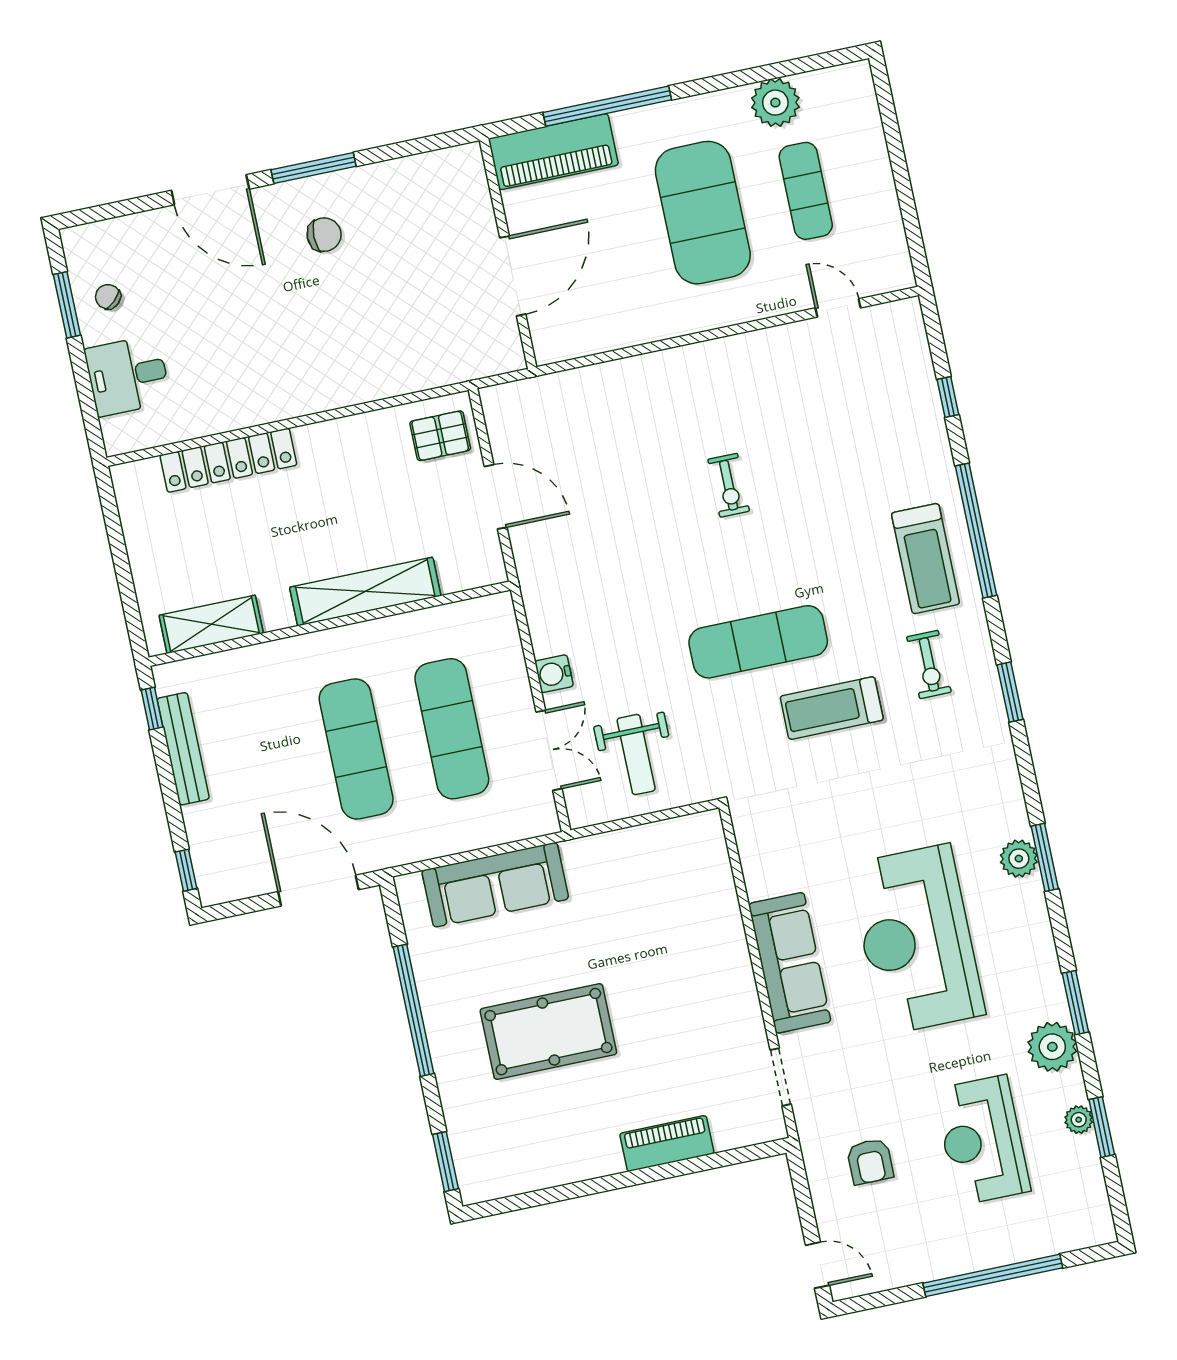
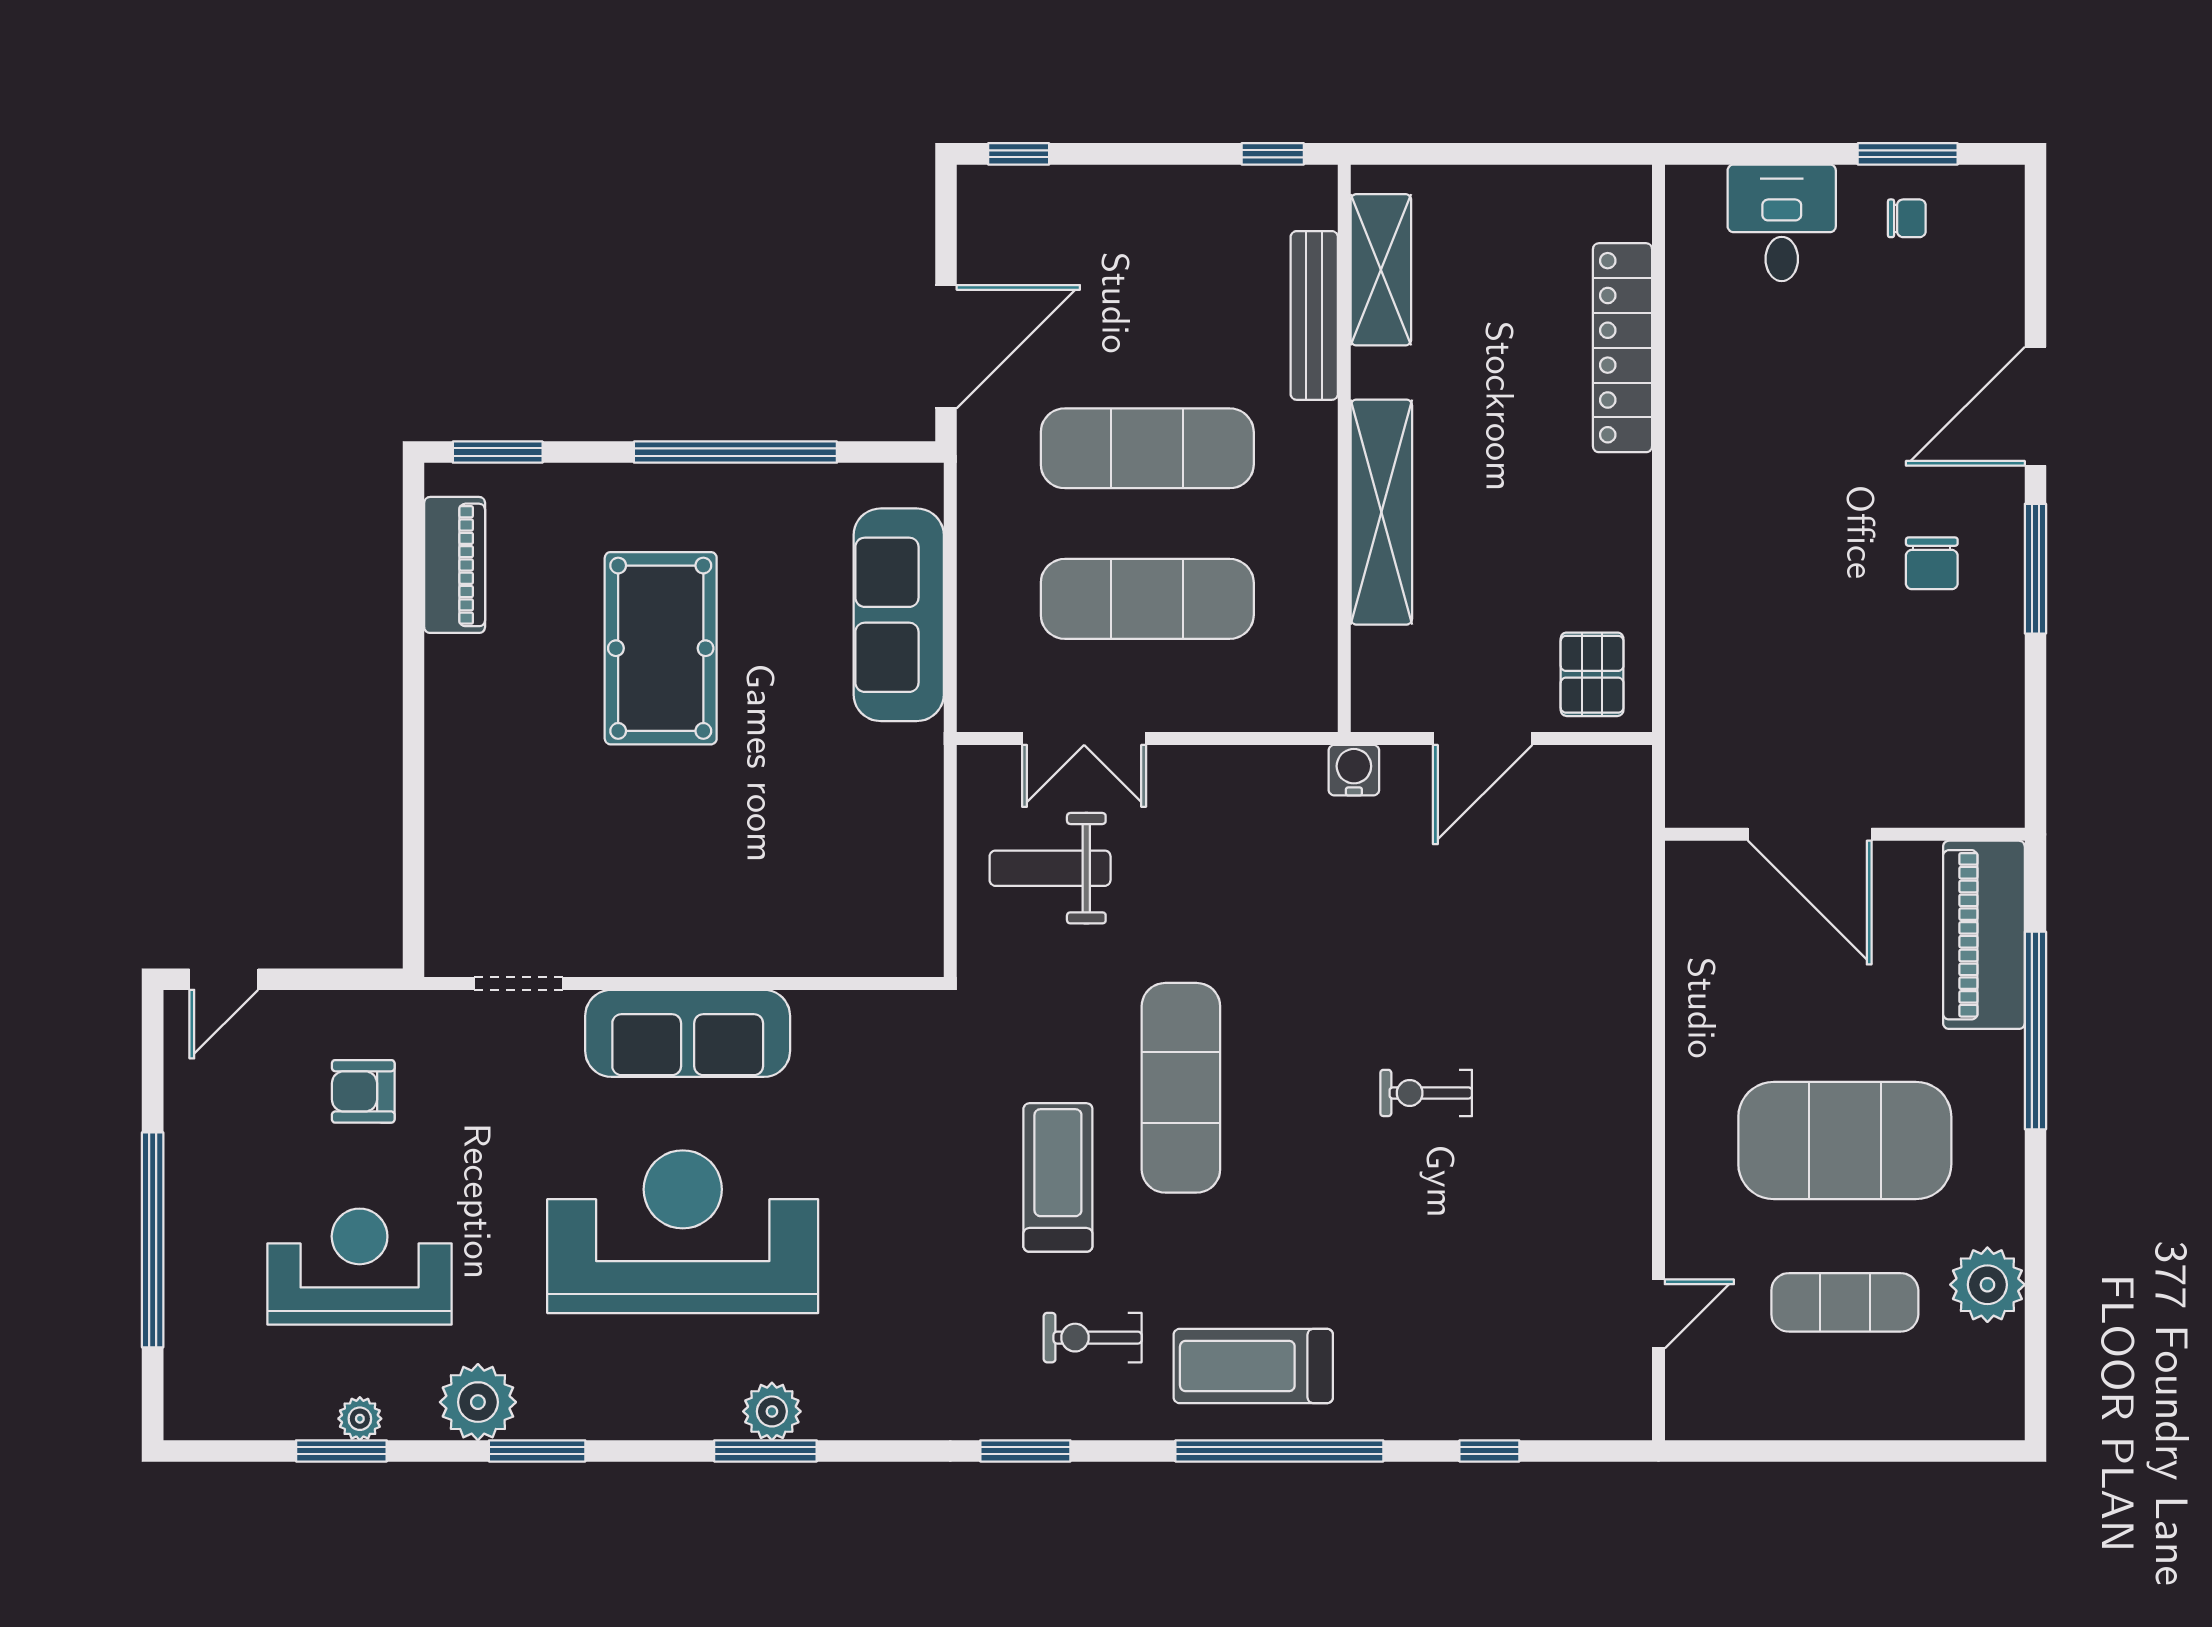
chair: (108, 297) -> (1907, 218), turned 43
water cooler: (554, 674) -> (1354, 770), moved
bench: (183, 749) -> (1314, 315), moved, turned 90
piano: (667, 1144) -> (455, 565), moved

